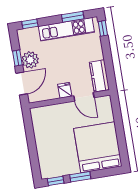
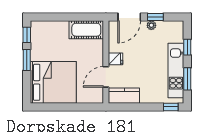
window: (30, 24) -> (187, 47), moved
plant: (30, 60) -> (151, 25), width x0.53, depth x0.53
door: (22, 84) -> (129, 17), hinge flipped
cot: (41, 123) -> (86, 30), added

